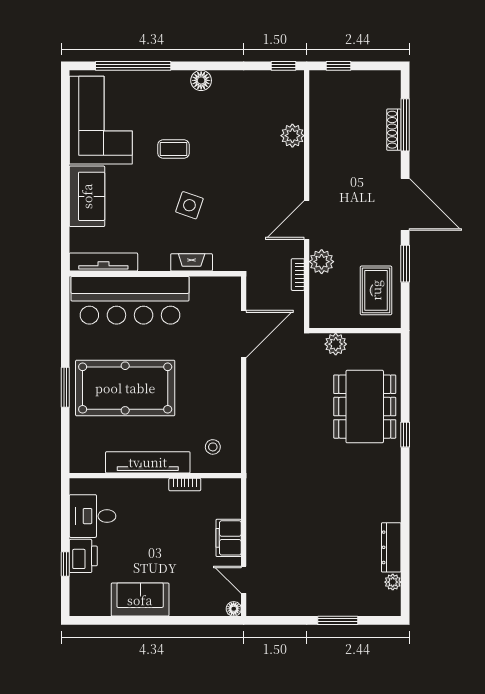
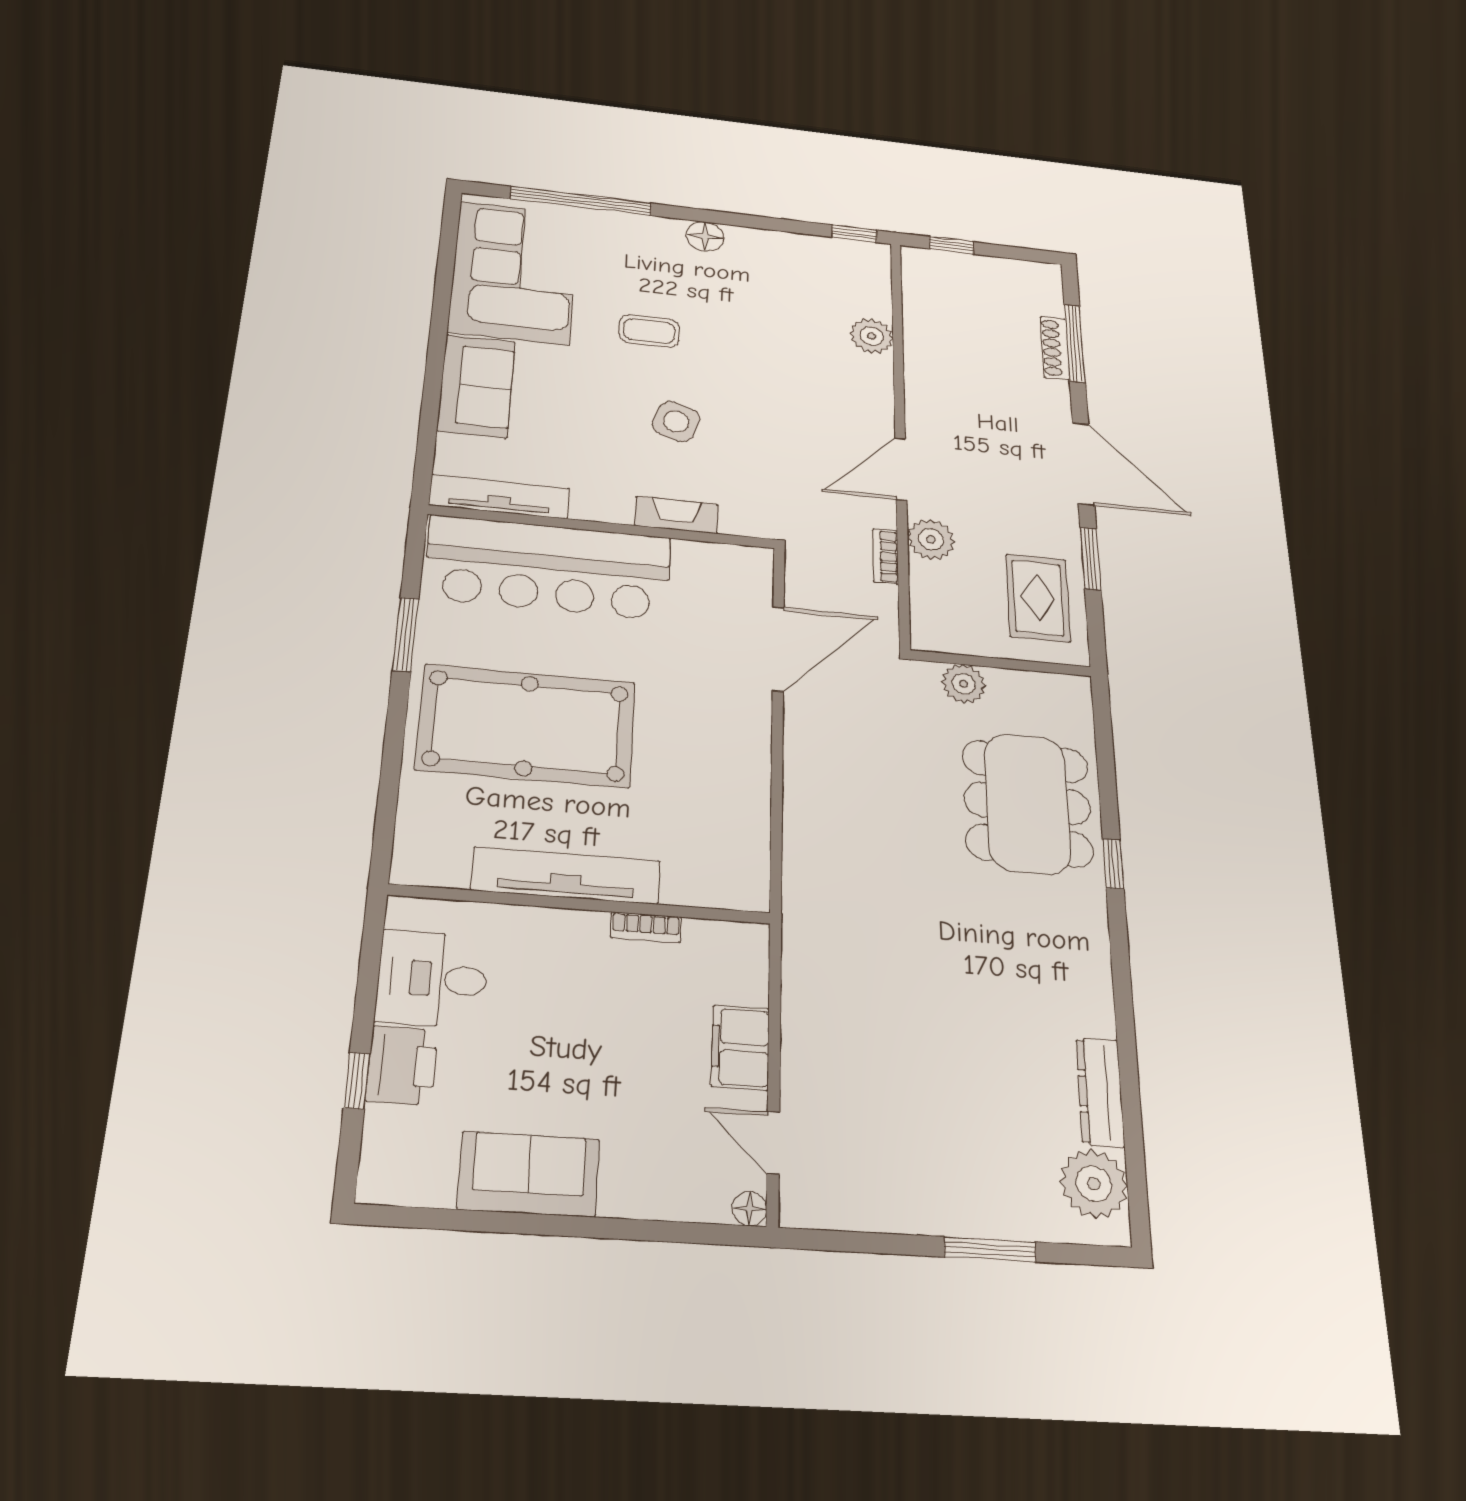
window: (65, 387) -> (406, 634), moved
stool: (213, 447) -> (710, 856), removed
plant: (393, 582) -> (1094, 1184), width x1.87, depth x1.87

